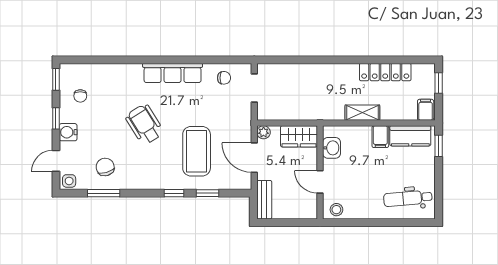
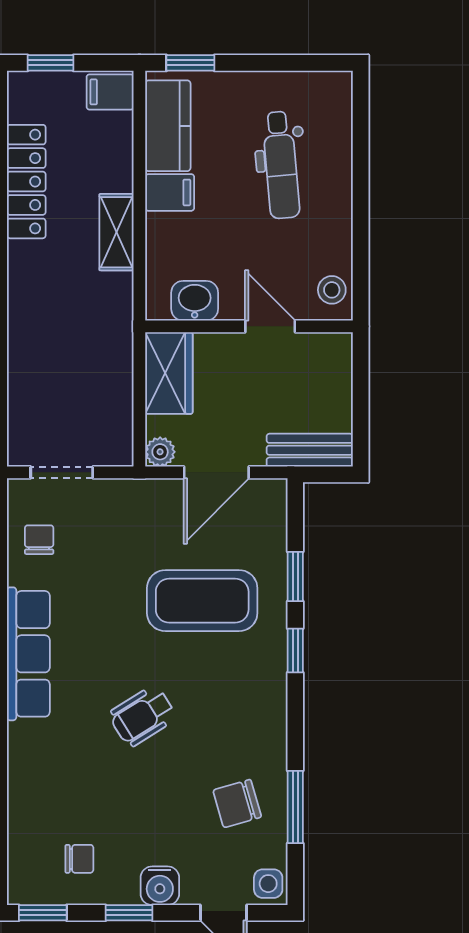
wheelchair: (145, 124) -> (142, 716), width x0.73, depth x0.73
door: (320, 182) -> (270, 326), swing flipped
dental chair: (408, 198) -> (281, 165), moved

